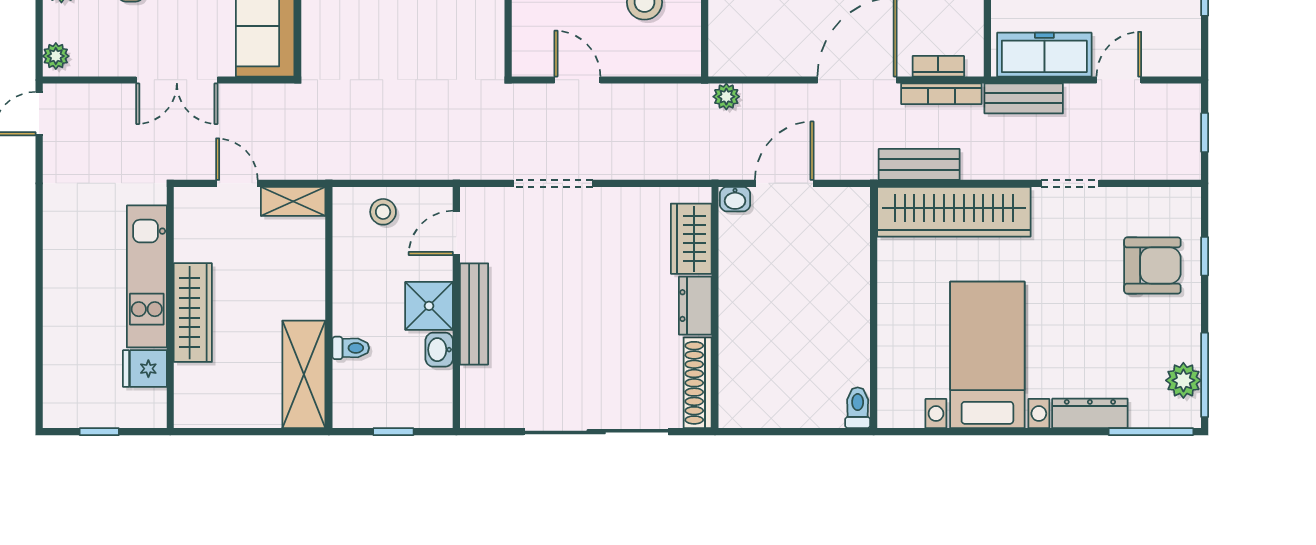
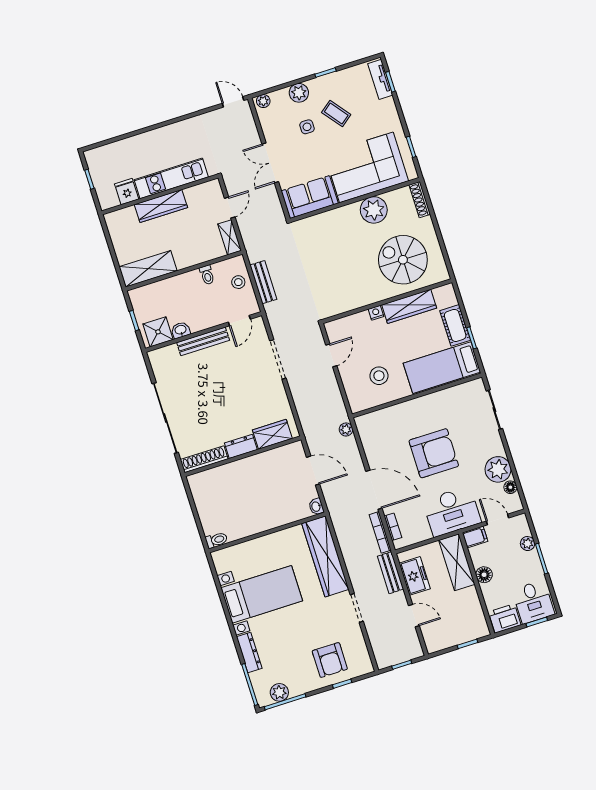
freezer: (1044, 55) -> (415, 576), width x0.71
bench: (919, 164) -> (263, 282), moved
washbasin: (735, 199) -> (316, 507), moved
door: (456, 233) -> (239, 321), swing flipped
shower: (429, 306) -> (158, 332), moved
toilet: (351, 348) -> (207, 275), moved

